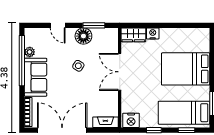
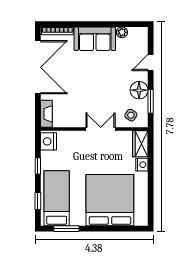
window: (22, 61) -> (113, 24), removed
side table: (78, 66) -> (131, 115), moved
bed: (186, 69) -> (110, 200), width x1.36
double door: (120, 72) -> (101, 129), width x0.73

